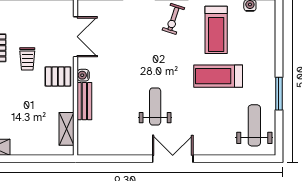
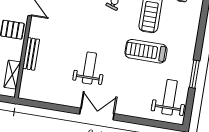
water cooler: (83, 75) -> (34, 32), removed

